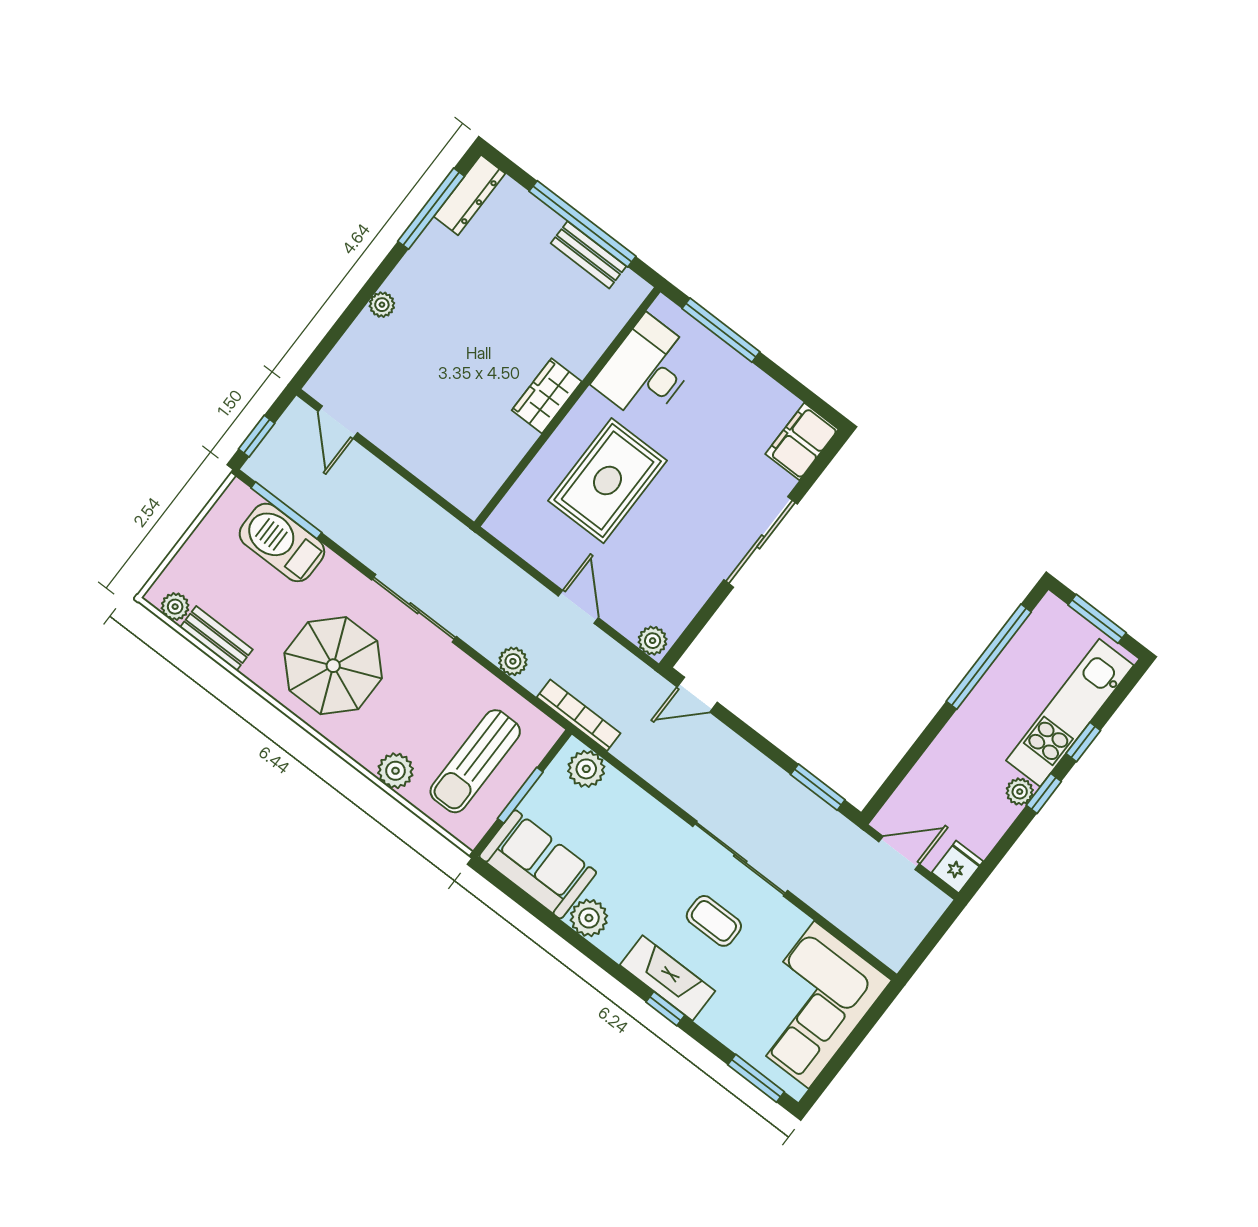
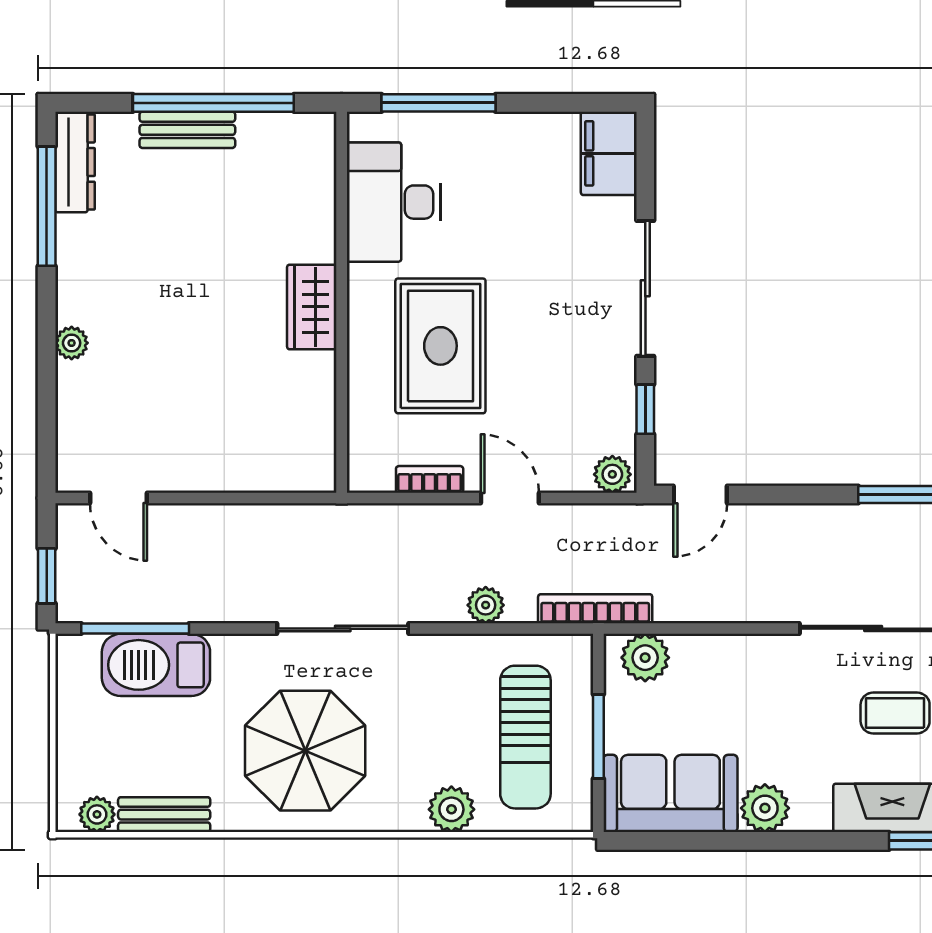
bench: (588, 255) -> (187, 130), moved
bookcase: (538, 557) -> (430, 479), added
window: (704, 616) -> (645, 409), added

